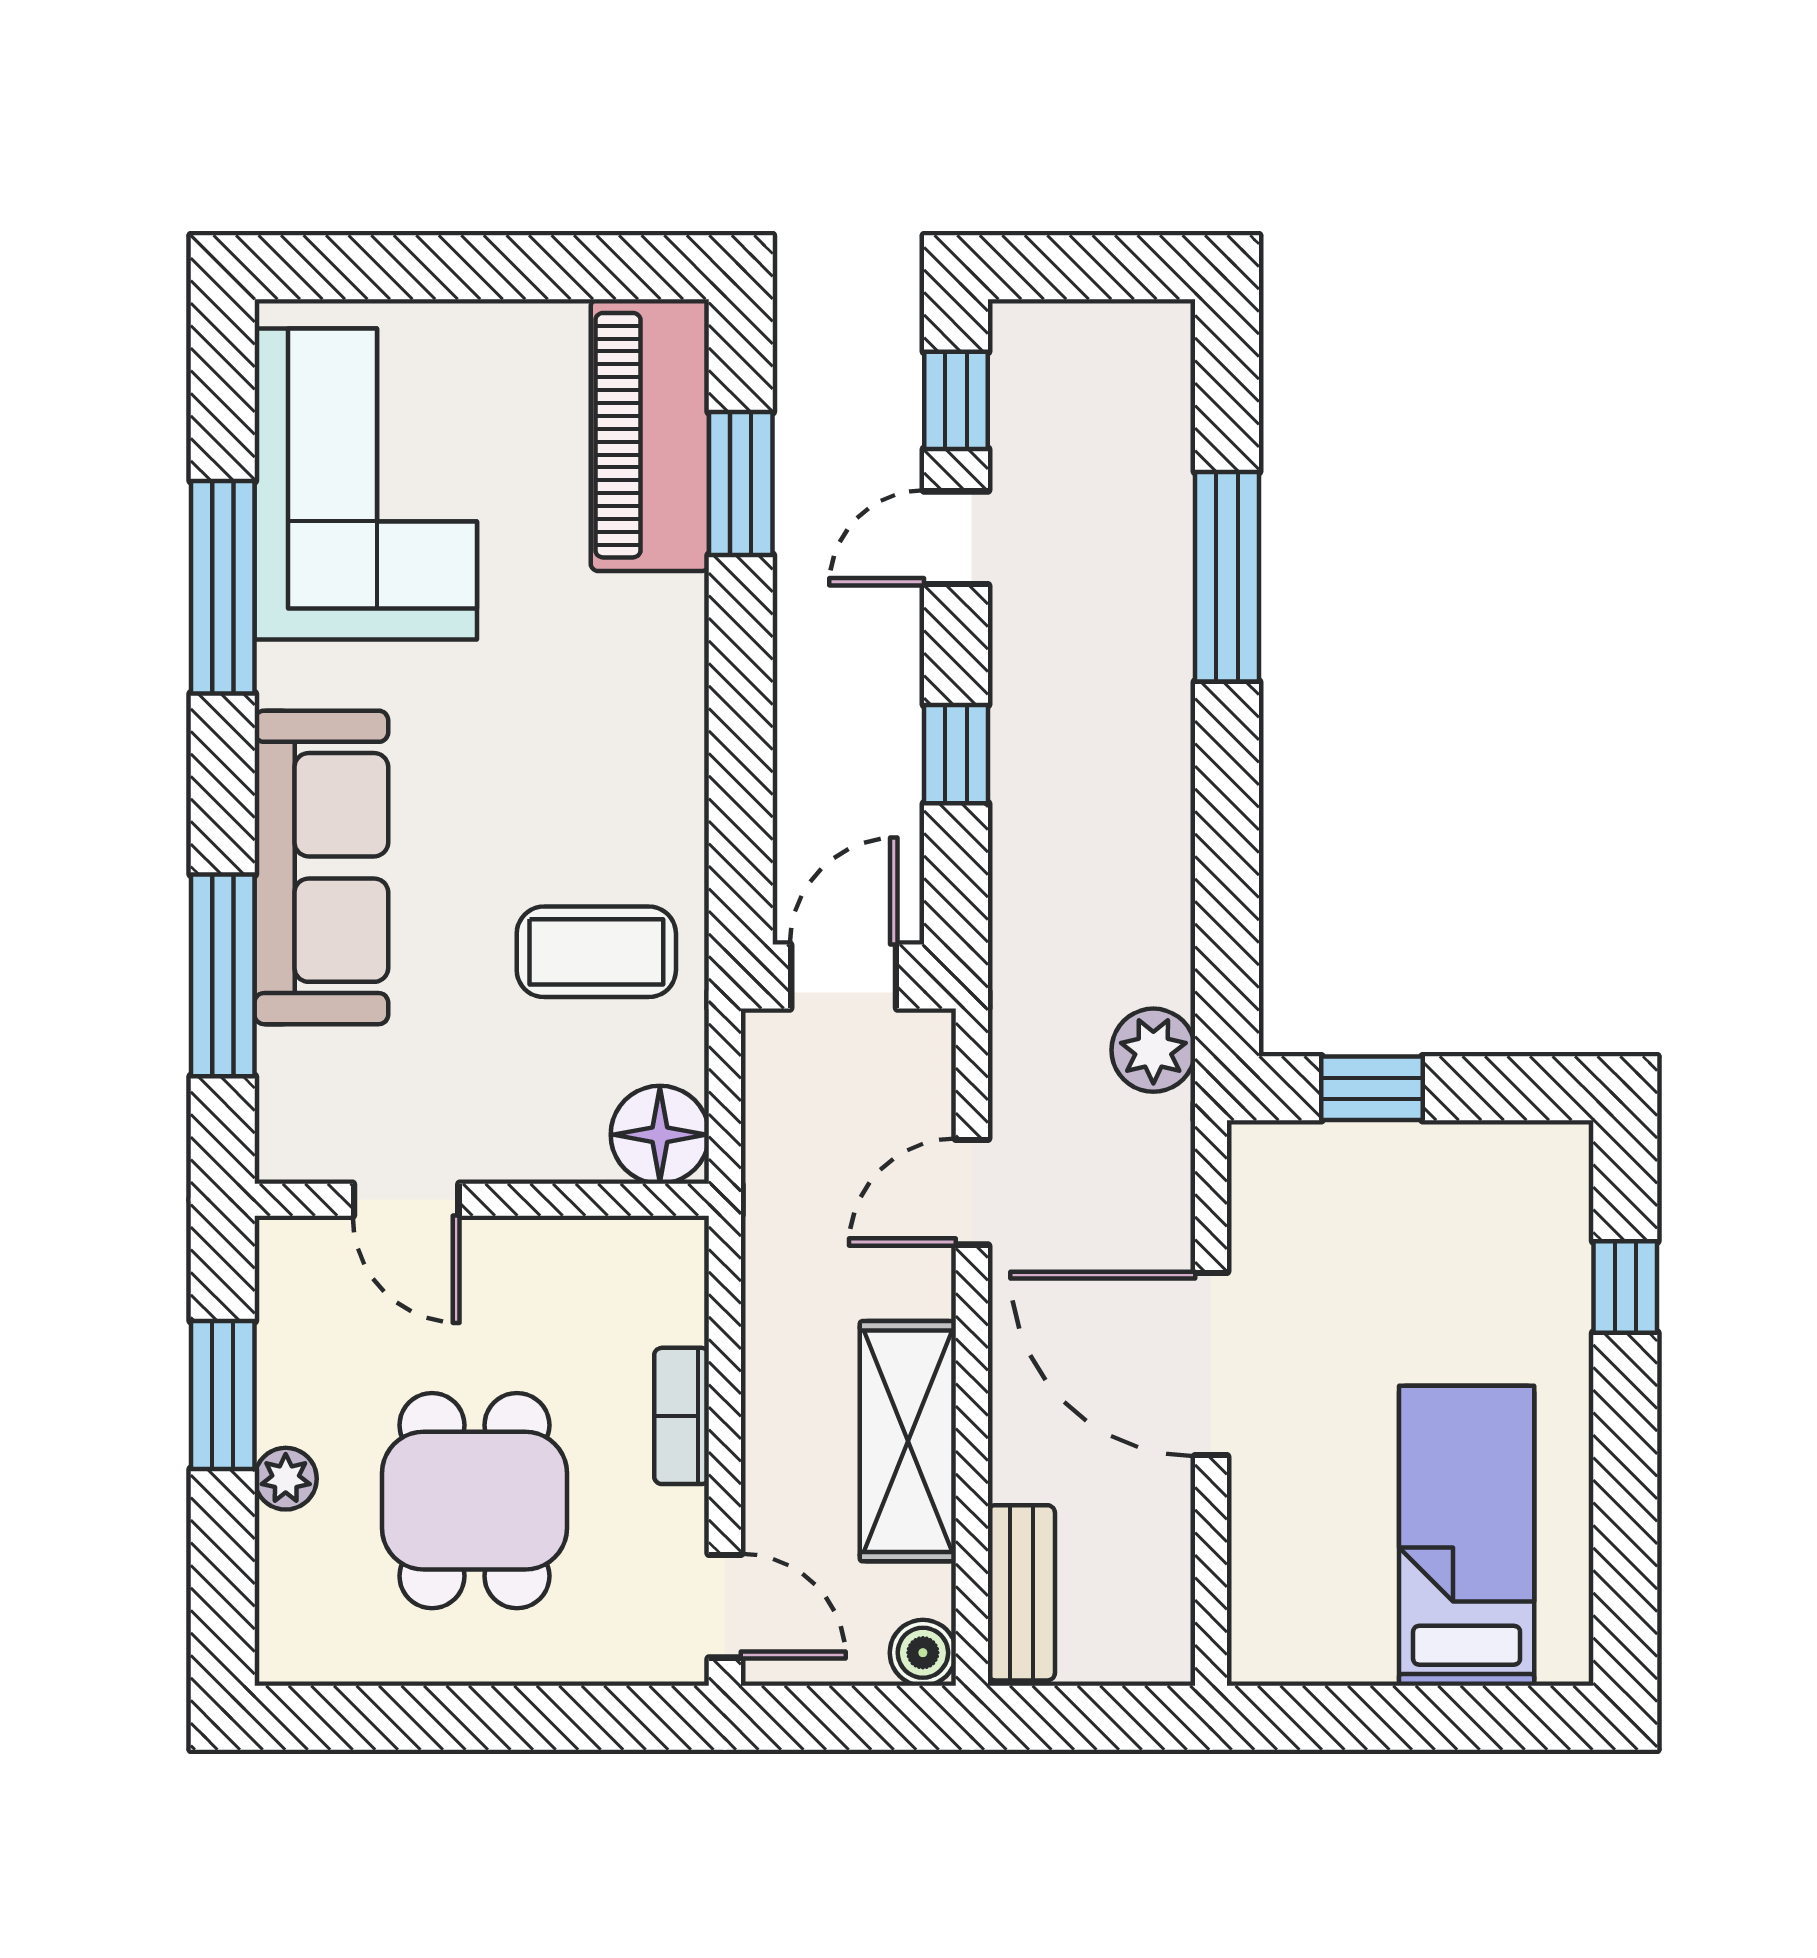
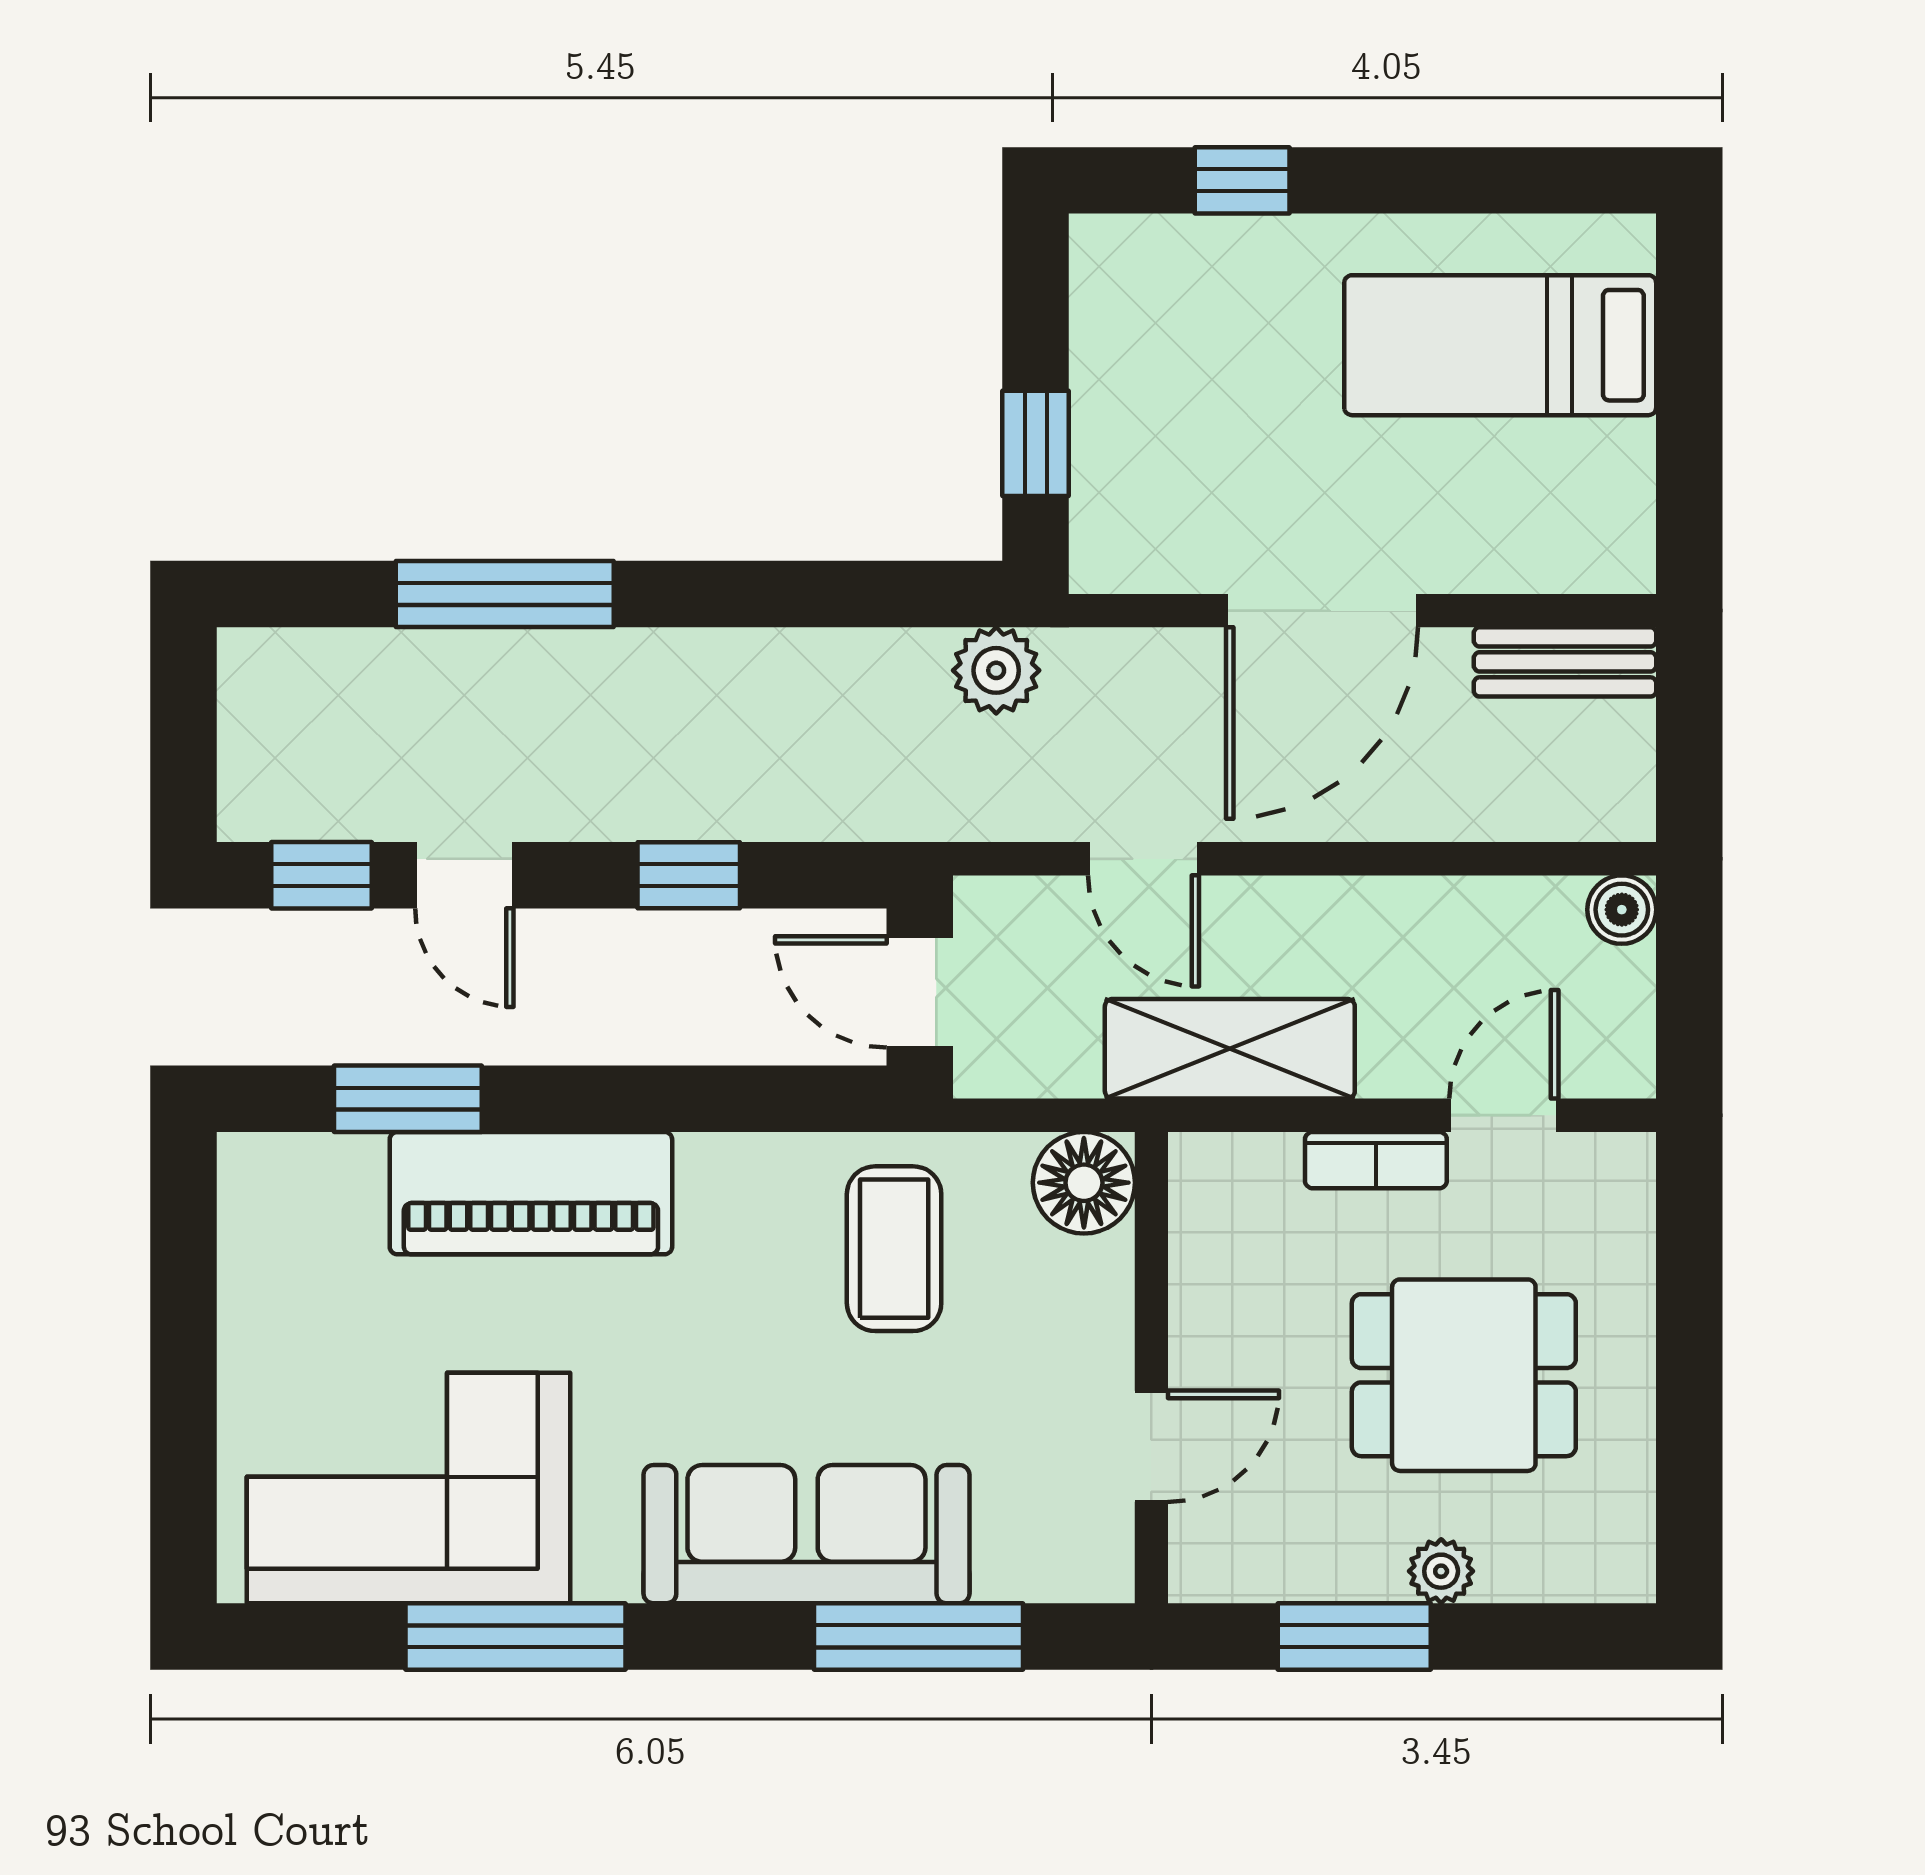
piano: (650, 435) -> (531, 1193), moved
shelving: (908, 1441) -> (1230, 1049), moved
bench: (1021, 1593) -> (1565, 662), moved
door: (725, 1606) -> (1504, 1115), moved

